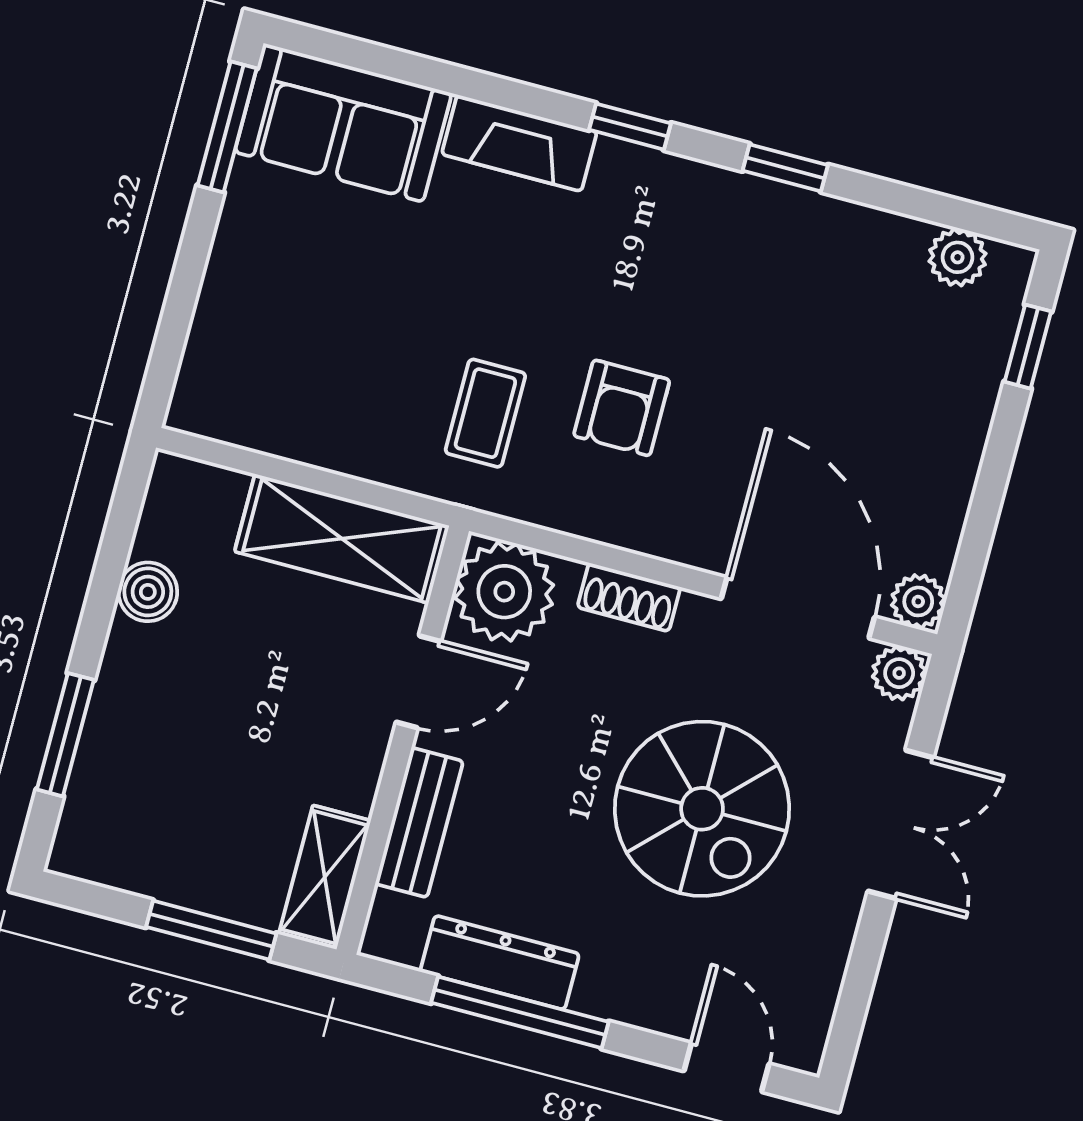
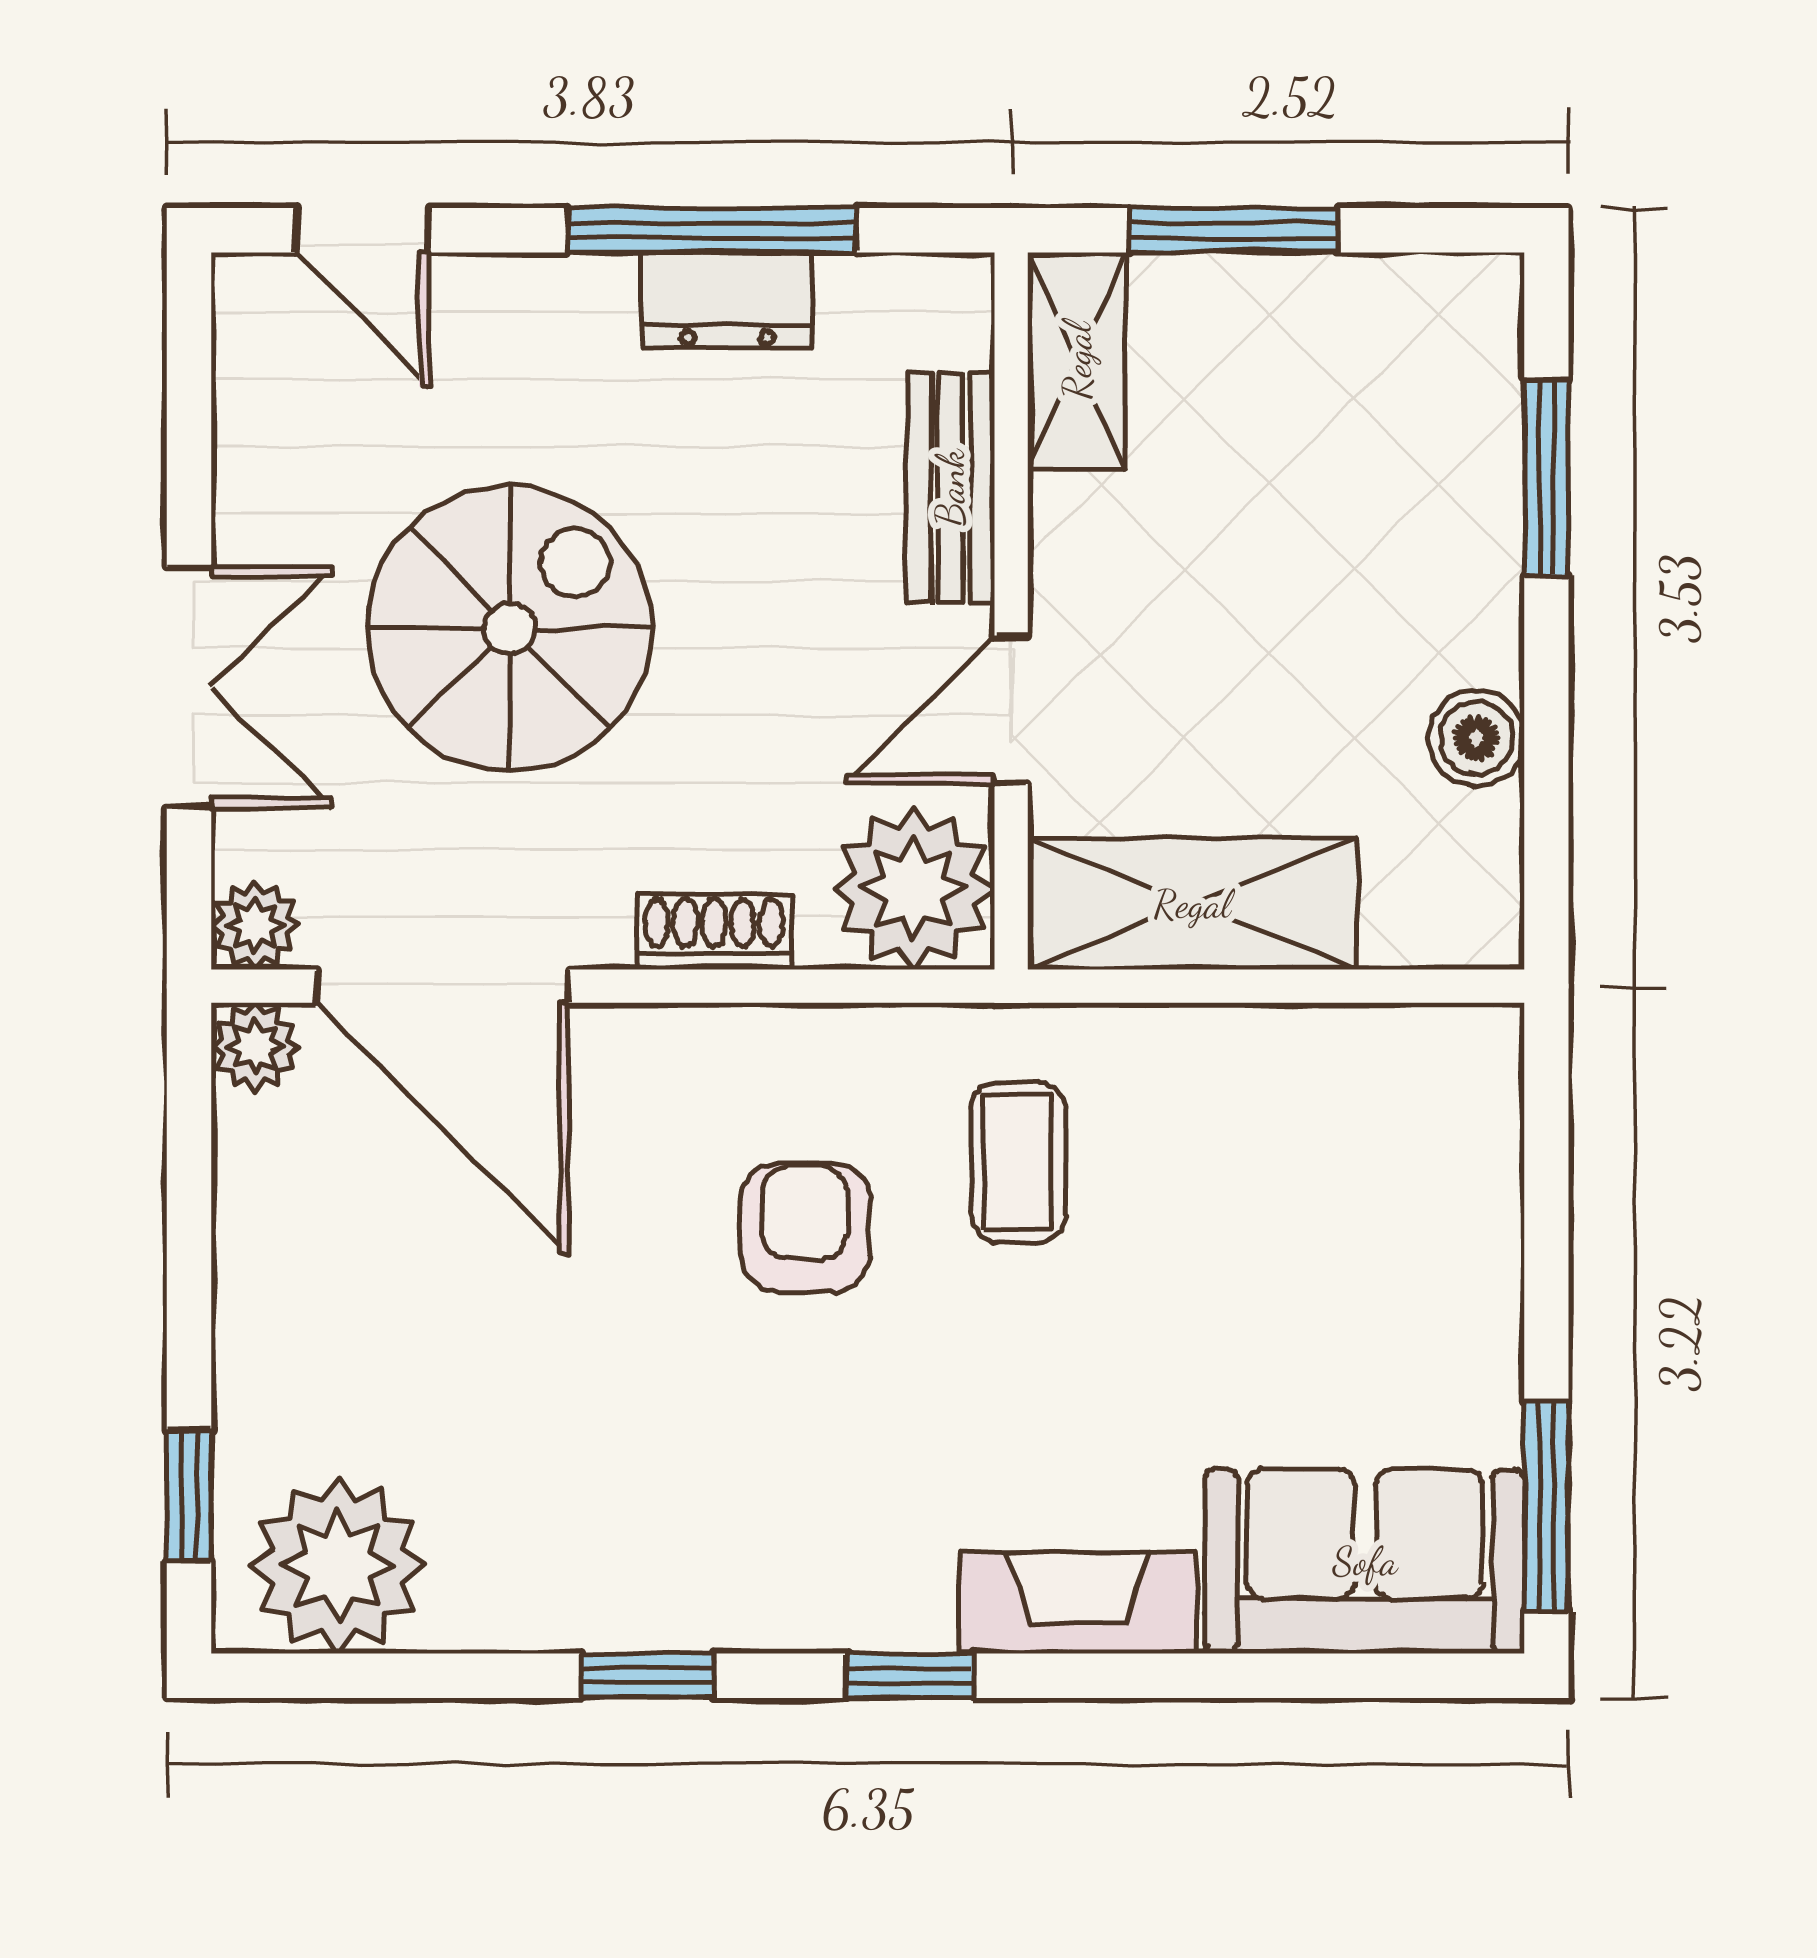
plant: (958, 257) -> (338, 1566), width x1.88, depth x1.88
spiral stairs: (702, 809) -> (510, 628), turned 90
double door: (901, 824) -> (189, 687), swing flipped
dresser: (500, 963) -> (727, 300), width x0.70

